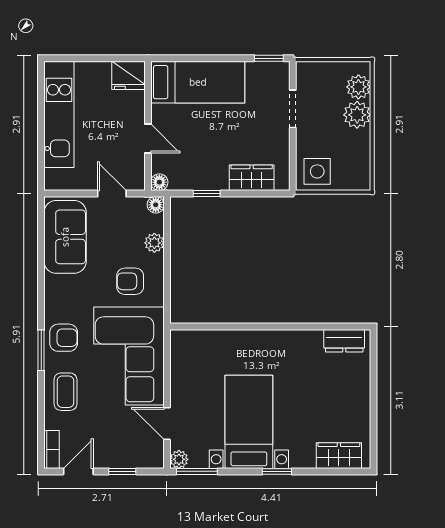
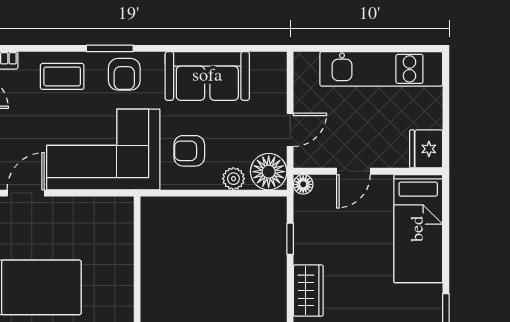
floor lamp: (156, 205) -> (269, 172), width x1.89, depth x1.89
sofa: (65, 237) -> (207, 76), moved
armchair: (130, 281) -> (189, 151), turned -90

